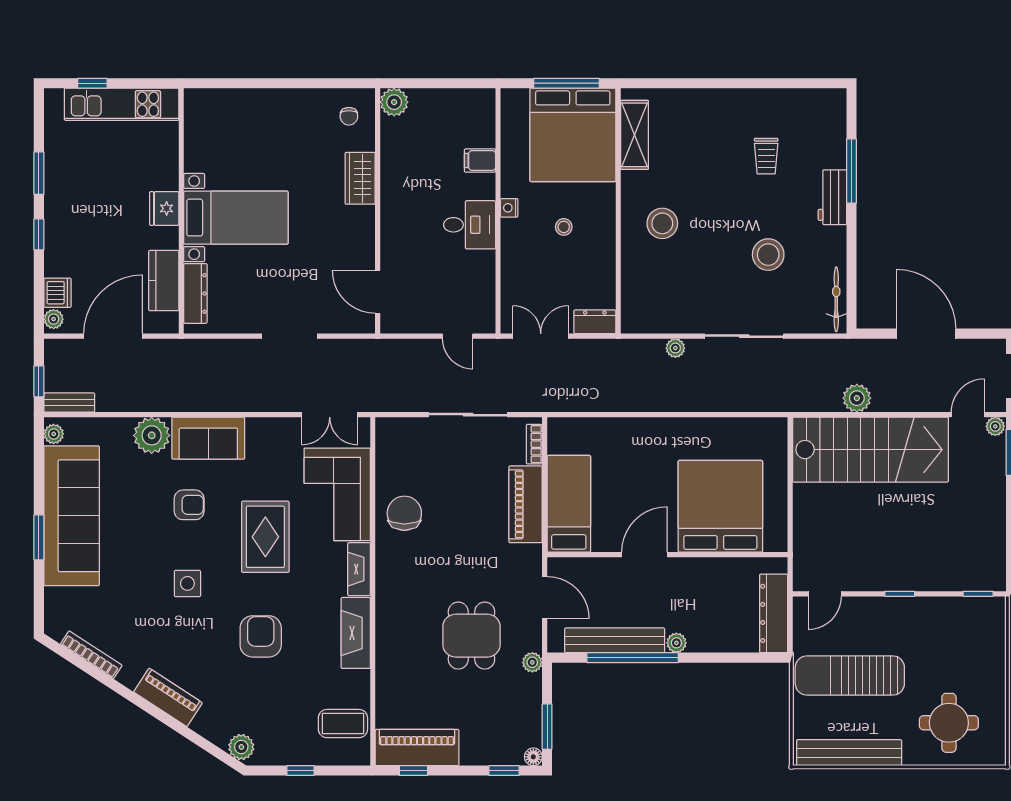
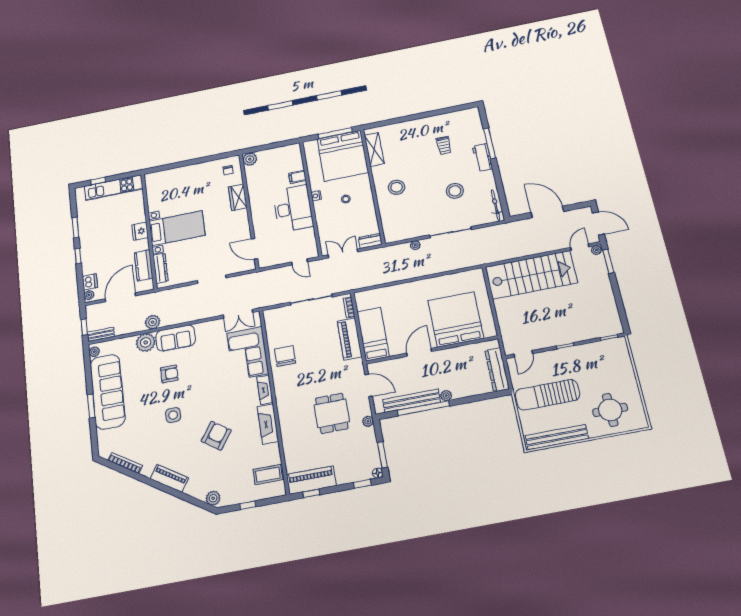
desk: (470, 225) -> (293, 209), width x1.87, depth x1.30
plant: (857, 398) -> (153, 322), moved
rug: (265, 537) -> (212, 383), removed
armchair: (261, 636) -> (216, 436), turned 35

